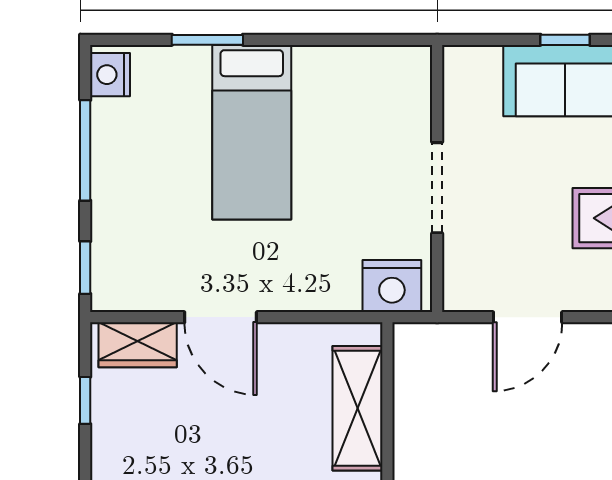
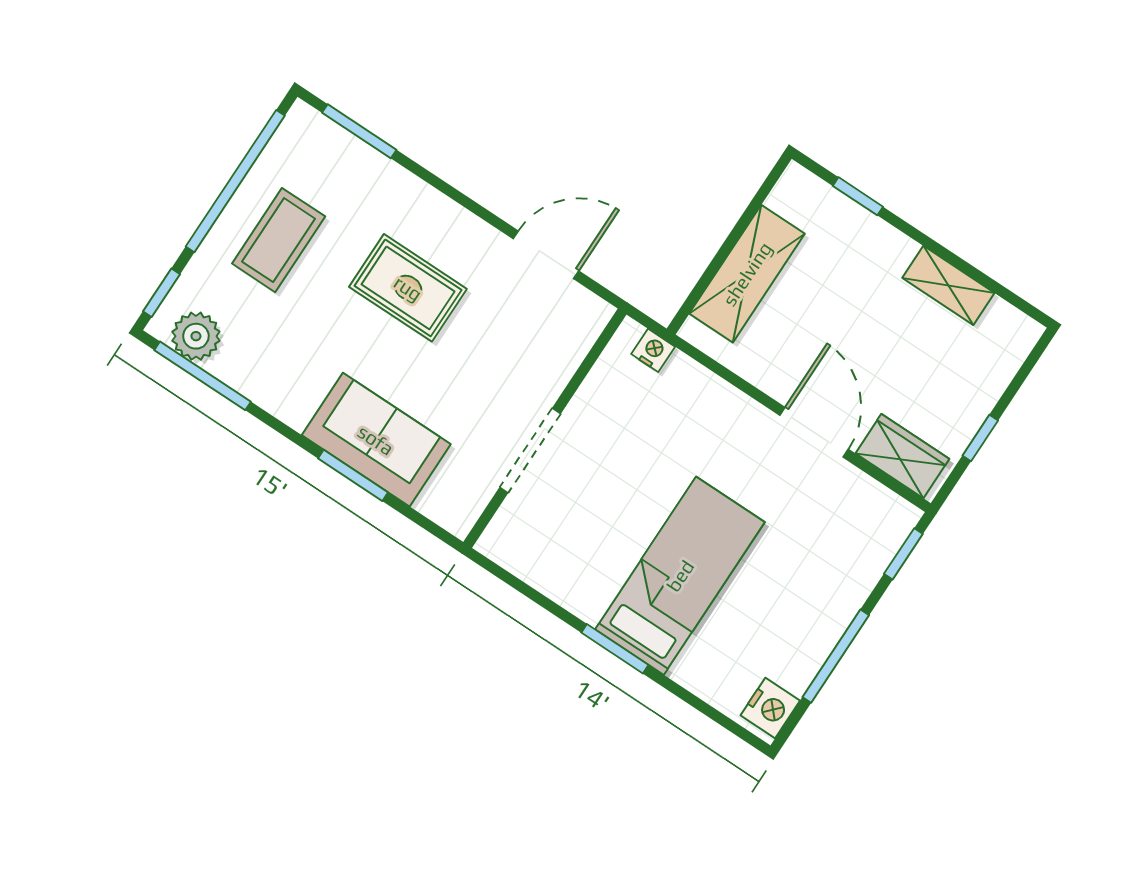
window: (207, 40) -> (615, 649), moved
window: (565, 40) -> (353, 475), width x1.50
doorway: (437, 188) -> (530, 450), moved
nightstand: (392, 286) -> (653, 350), width x0.53, depth x0.56

